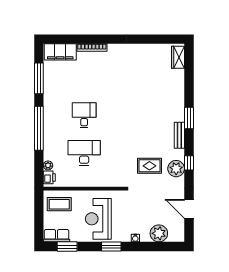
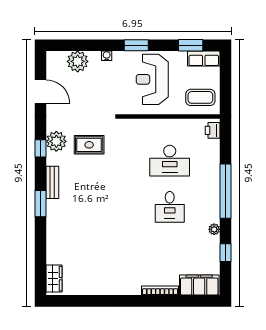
window: (39, 78) -> (226, 253), width x0.46
plant: (48, 165) -> (214, 229), moved
reception desk: (98, 219) -> (152, 79), turned 180

